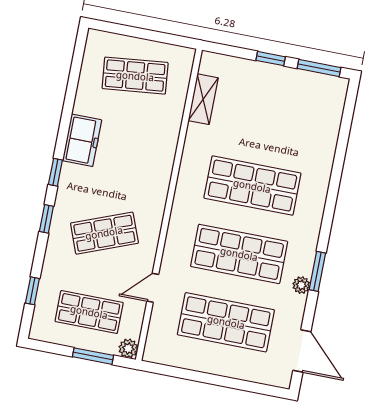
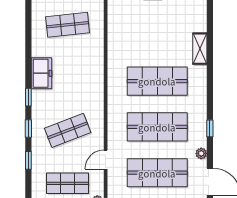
shelving: (203, 99) -> (200, 49), moved
window: (317, 271) -> (210, 128), width x0.67
plant: (301, 285) -> (201, 153), moved
window: (32, 291) -> (28, 160), moved

